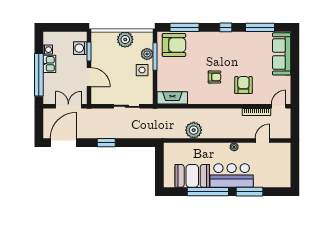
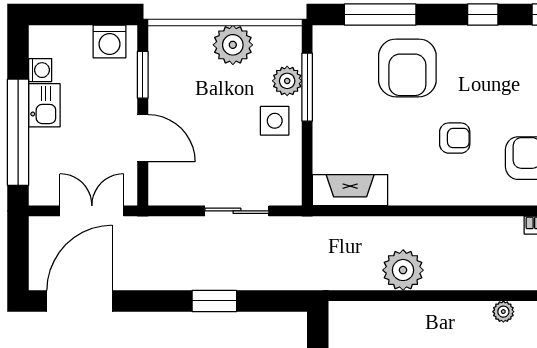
armchair: (174, 45) -> (407, 68), moved, turned 90
washing machine: (80, 48) -> (110, 41), moved, turned -90
window: (106, 143) -> (214, 301), moved

